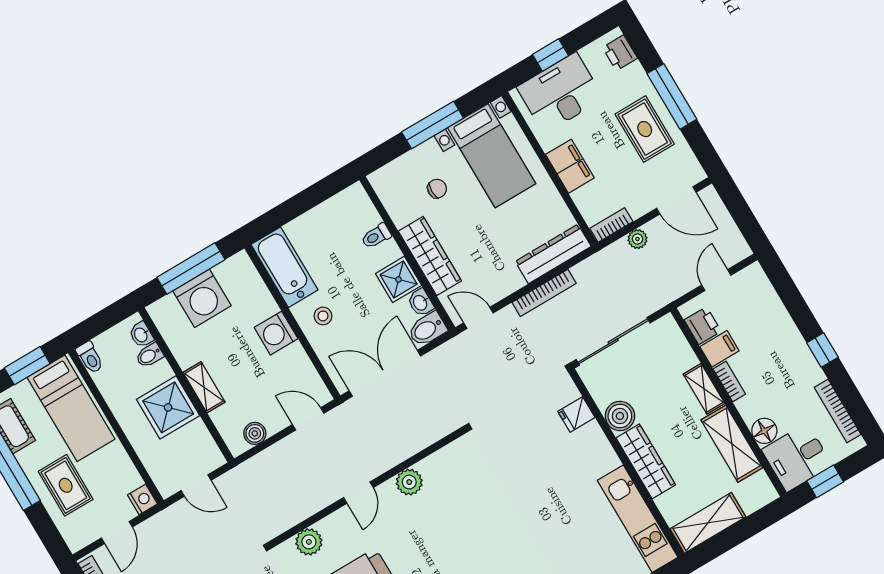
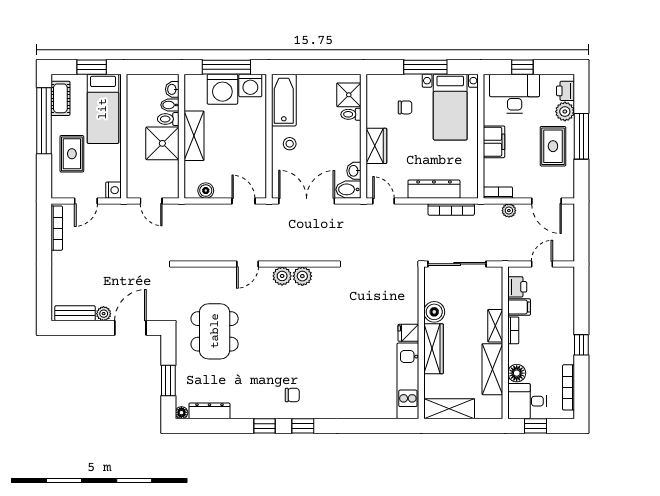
plant: (634, 78) -> (565, 112), added
dresser: (553, 254) -> (434, 189), moved
wardrobe: (430, 256) -> (376, 146), width x0.67
shower: (399, 279) -> (349, 95), moved
bookcase: (544, 293) -> (451, 209), moved
washing machine: (276, 333) -> (250, 85), moved, turned -90
toilet: (90, 357) -> (168, 119), moved, turned 90
shelving: (204, 387) -> (194, 136), width x1.50, depth x1.33
fridge: (576, 414) -> (408, 333), moved
plant: (309, 542) -> (302, 276), moved

